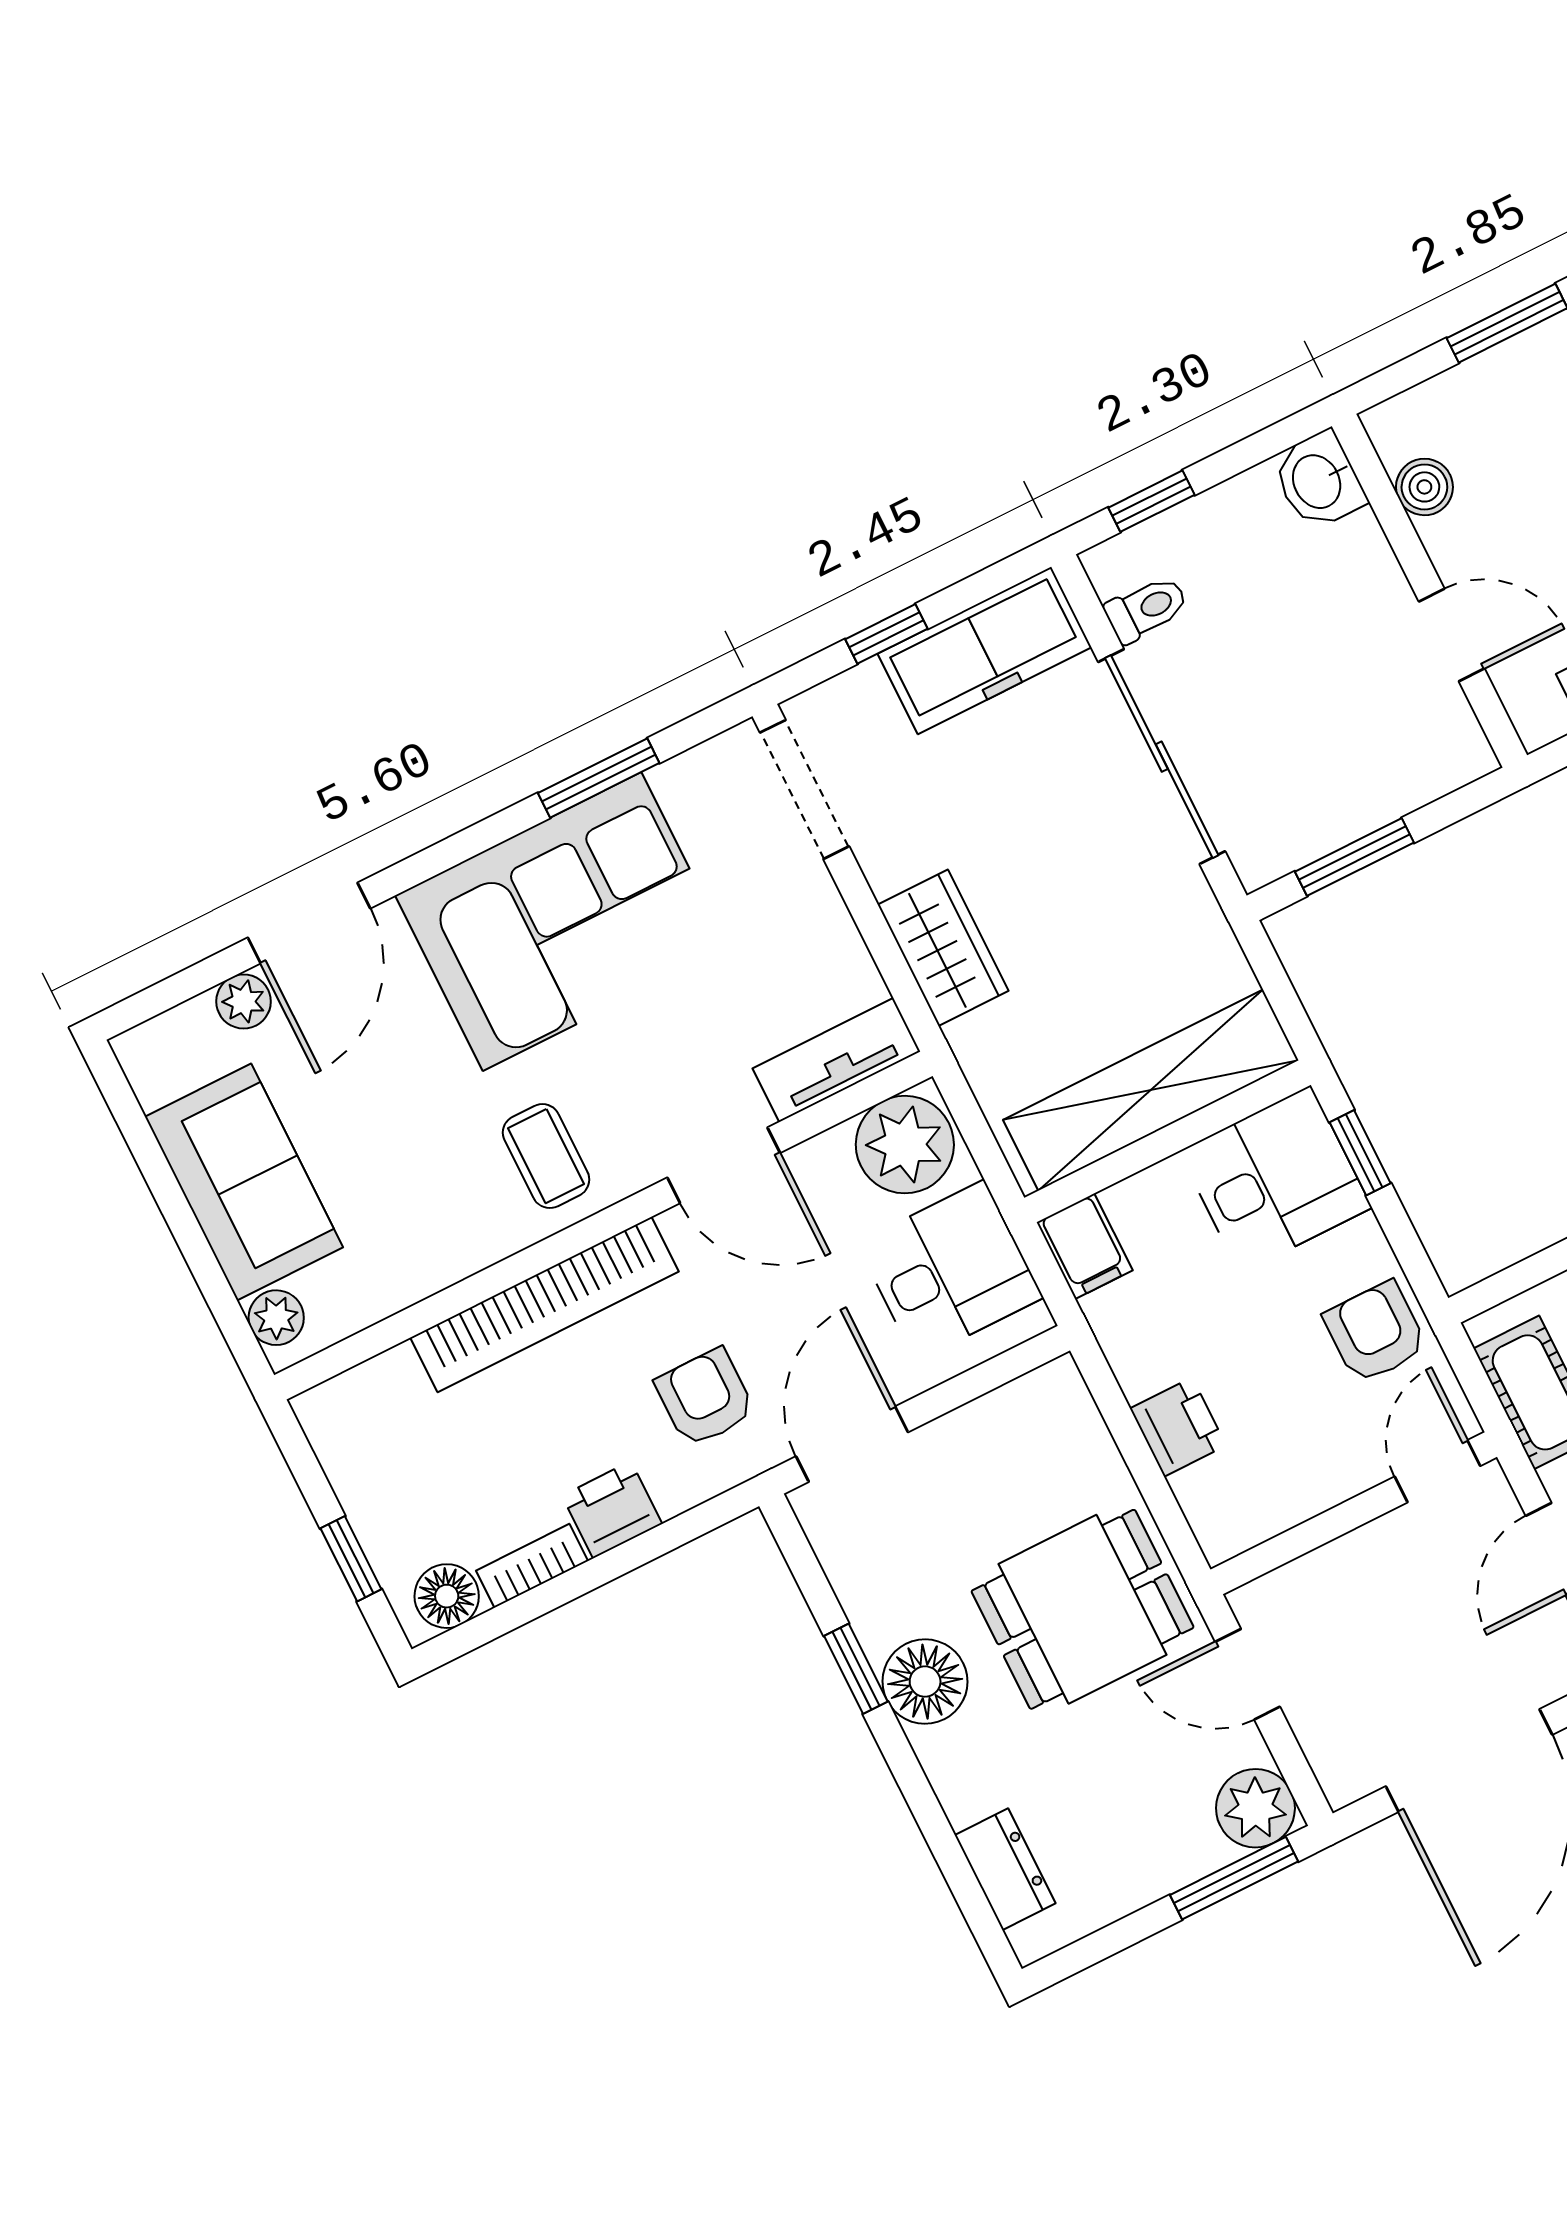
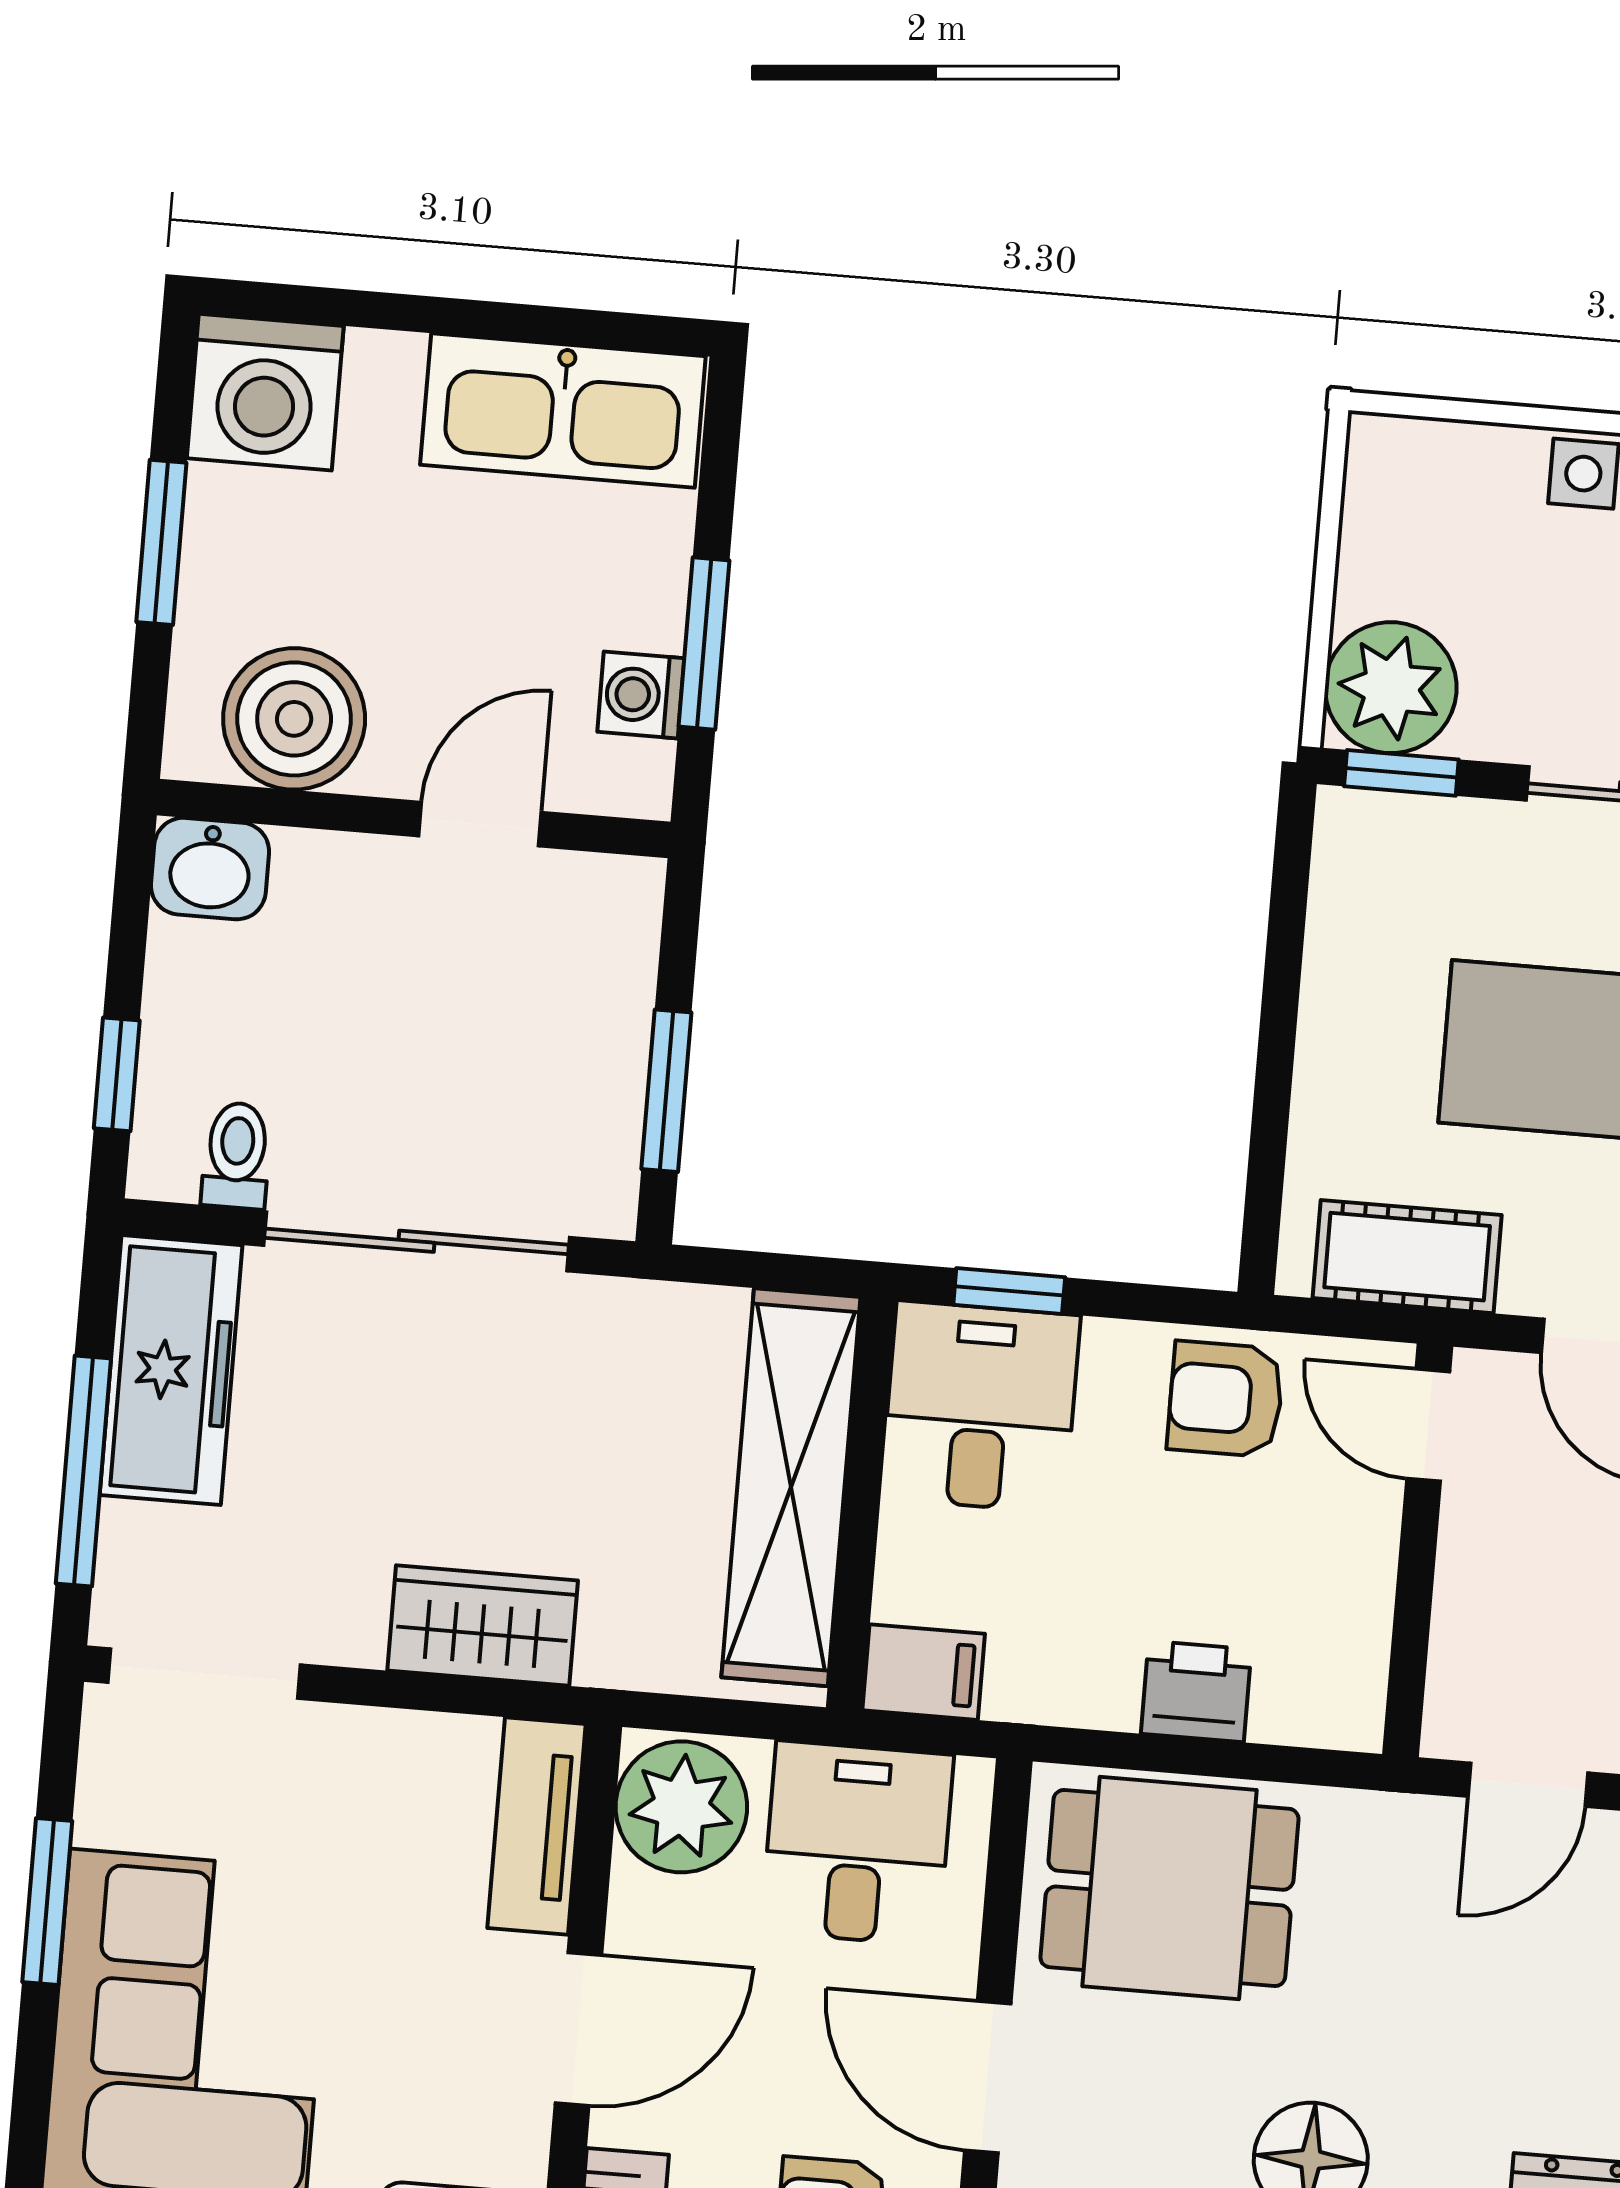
boiler: (1424, 487) -> (294, 719), width x1.86, depth x1.86
window: (886, 634) -> (83, 1471), width x2.17
dining table: (1083, 1609) -> (1169, 1888), moved, turned 90

